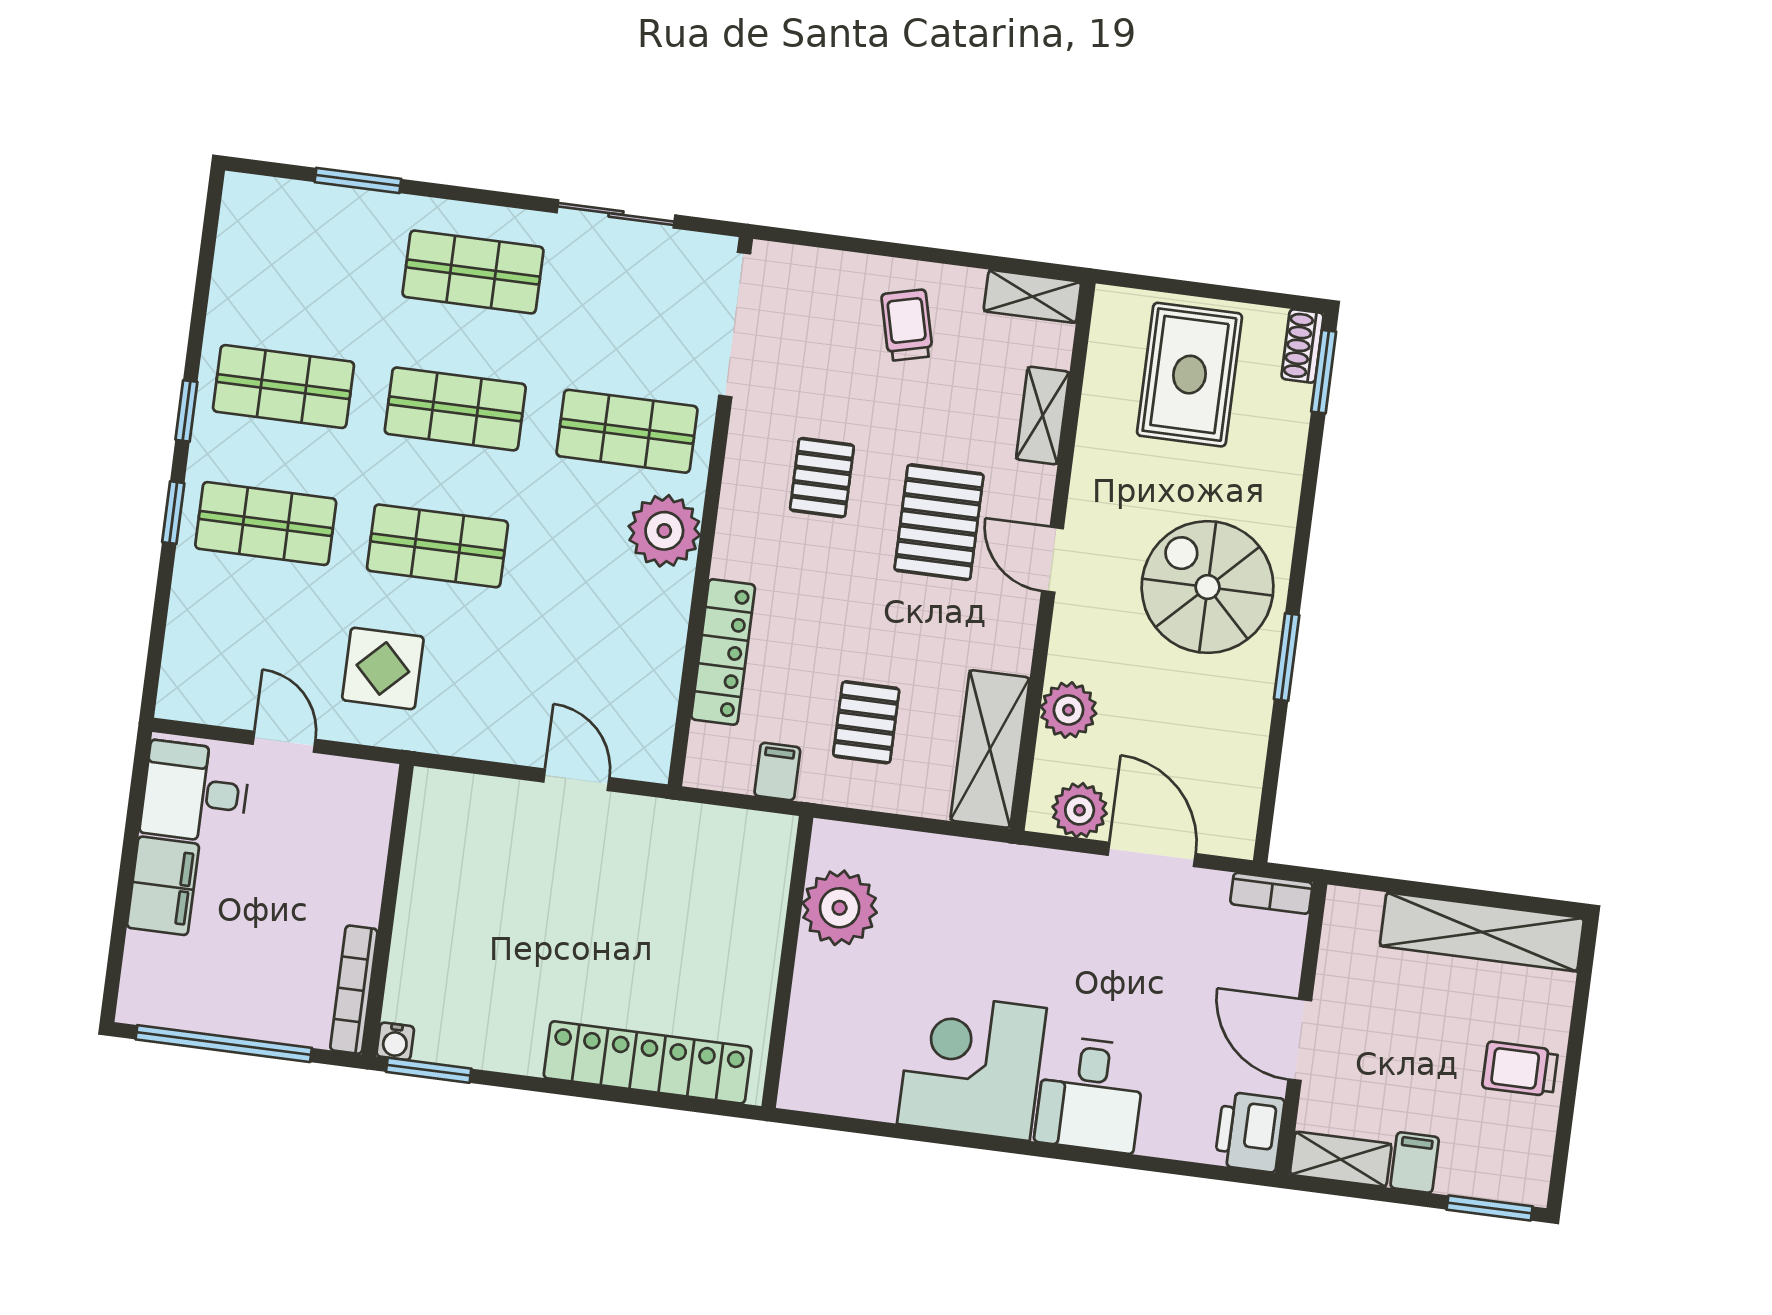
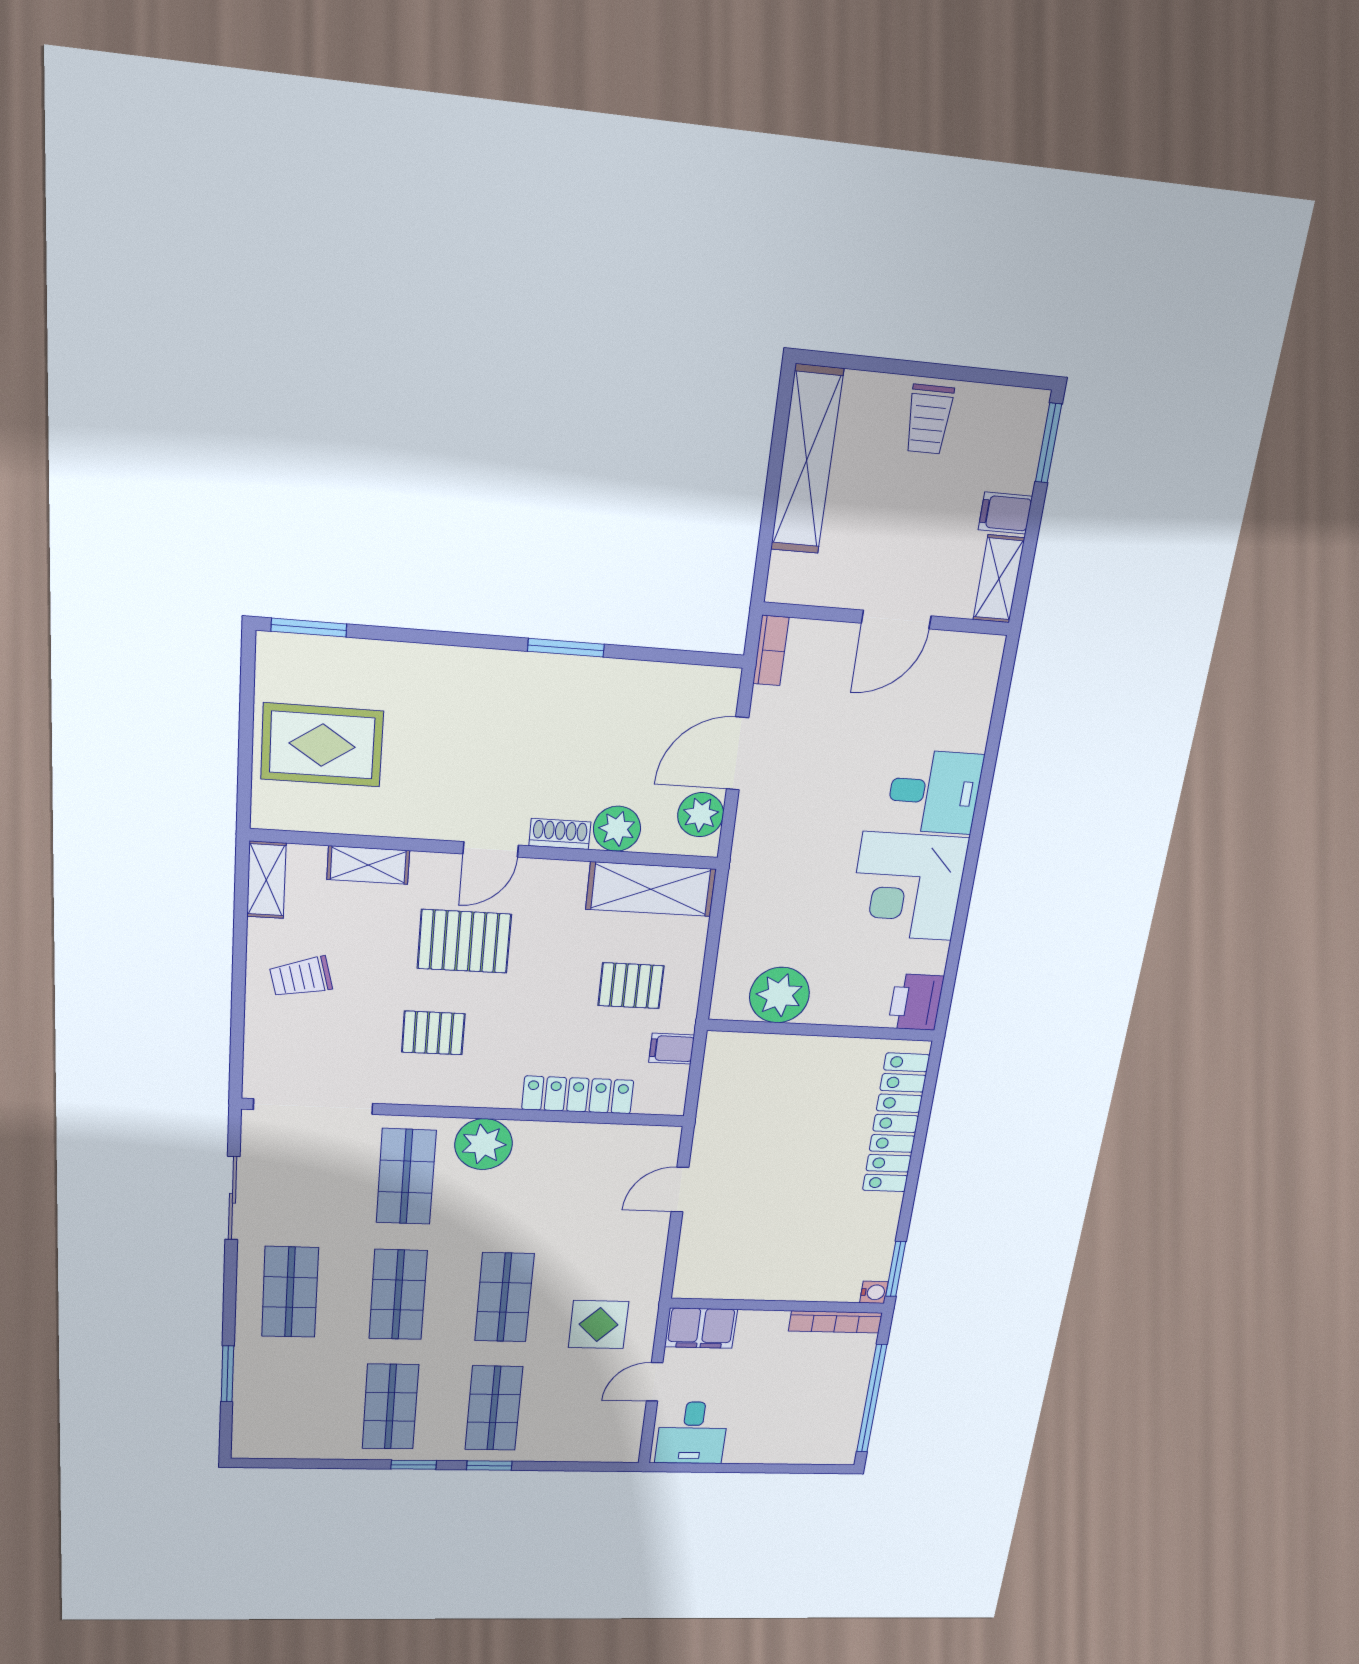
shoe rack: (1302, 346) -> (560, 834), moved, turned 180
spiral stairs: (1208, 587) -> (508, 719), removed
filing cabinet: (163, 886) -> (701, 1328), moved, turned 180
printer: (1249, 1132) -> (916, 1002), moved, turned 90

